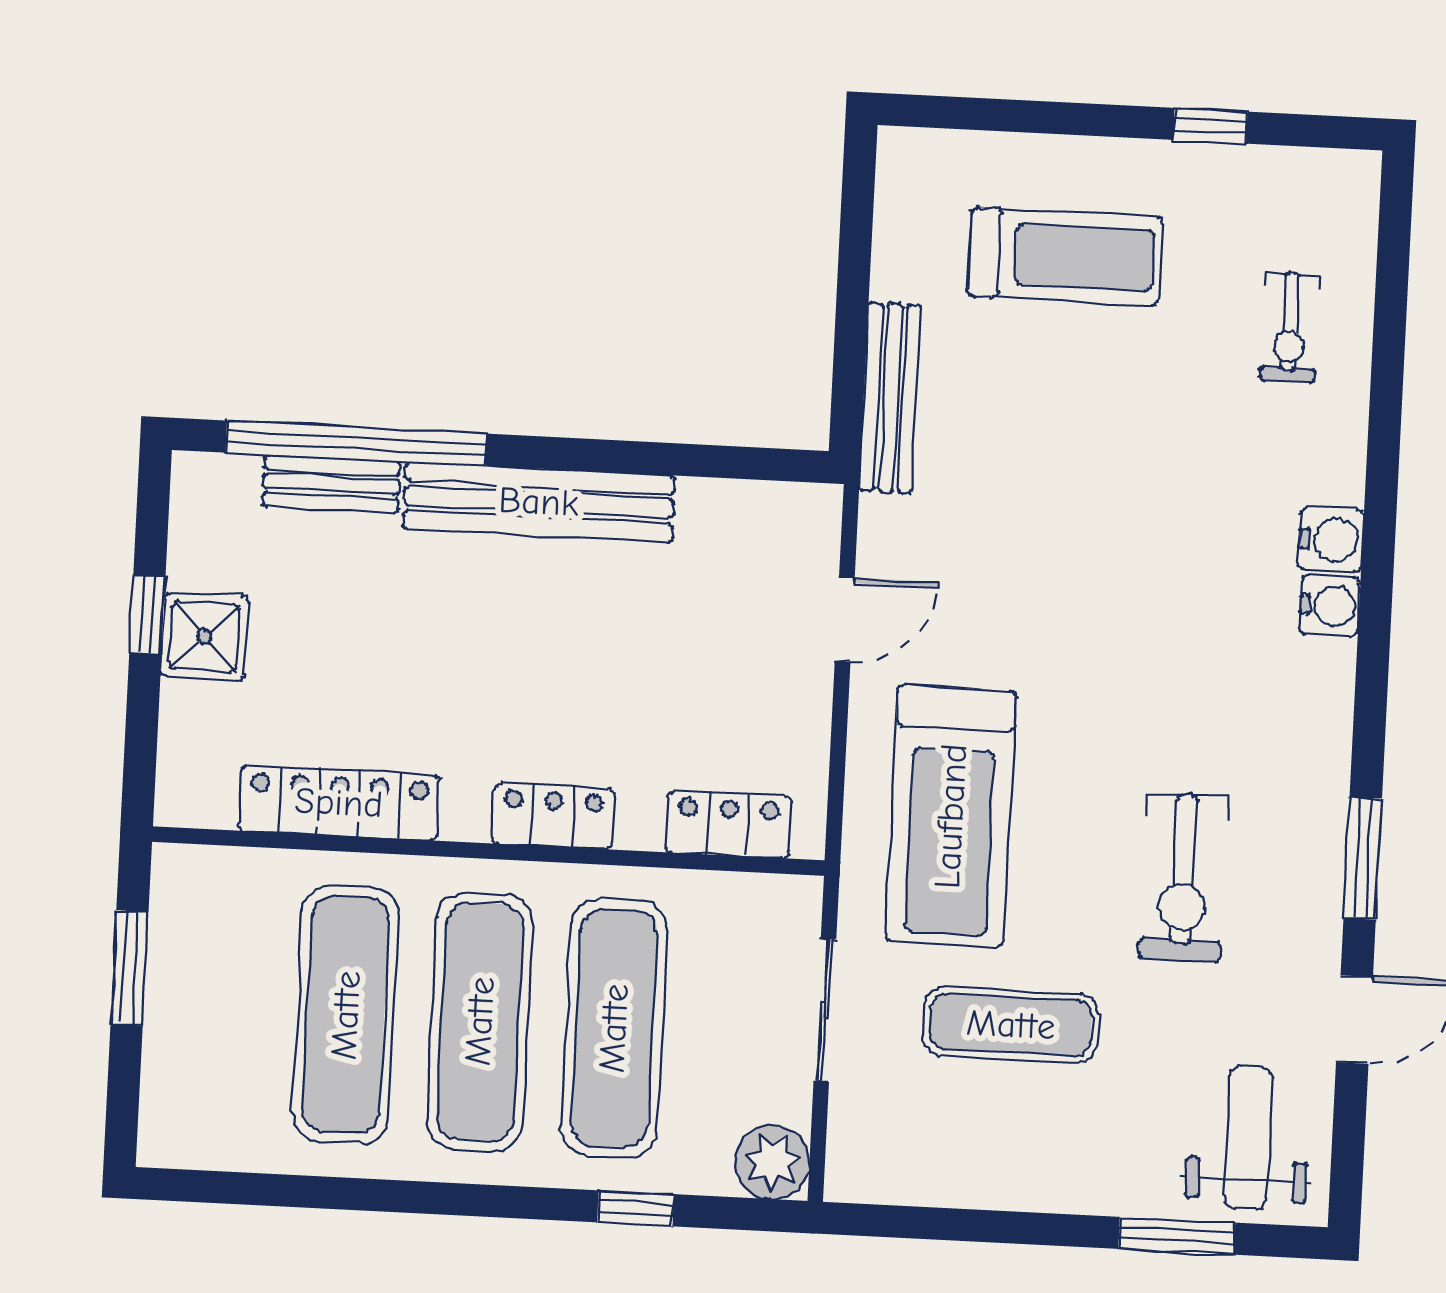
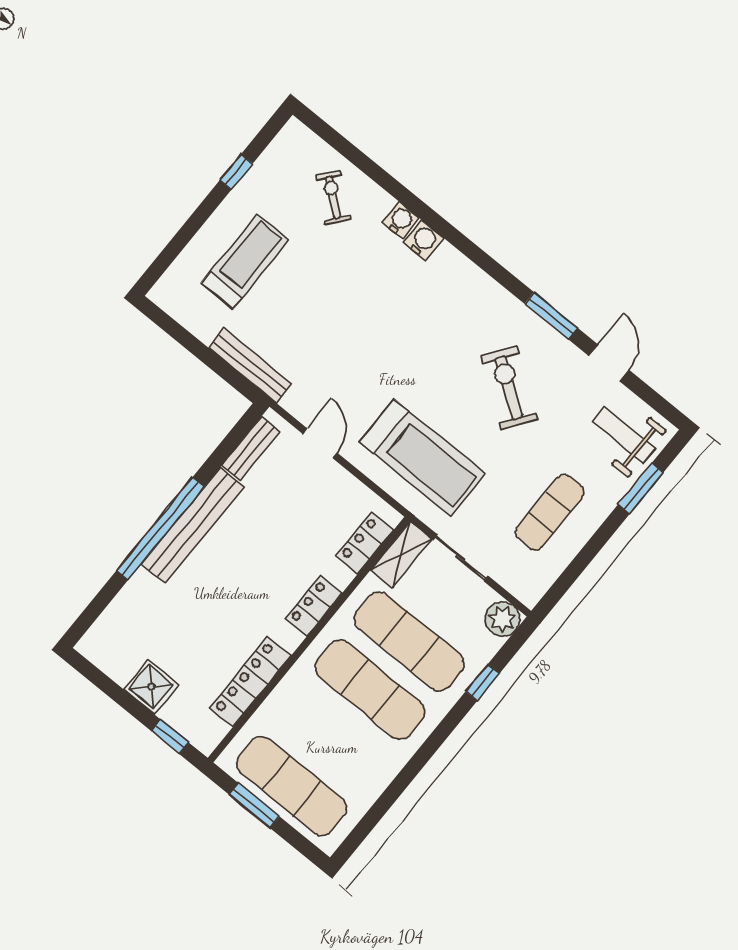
exercise bike: (1290, 327) -> (333, 197), turned -141
window: (356, 443) -> (160, 528), moved
bench: (331, 484) -> (251, 448), moved
water cooler: (1330, 606) -> (400, 220), moved
window: (147, 615) -> (170, 737), moved
exercise bike: (1183, 877) -> (509, 388), turned -145
shelving: (754, 903) -> (401, 555), added
exercise mat: (346, 1015) -> (291, 786), moved
exercise mat: (1011, 1025) -> (550, 512), moved

